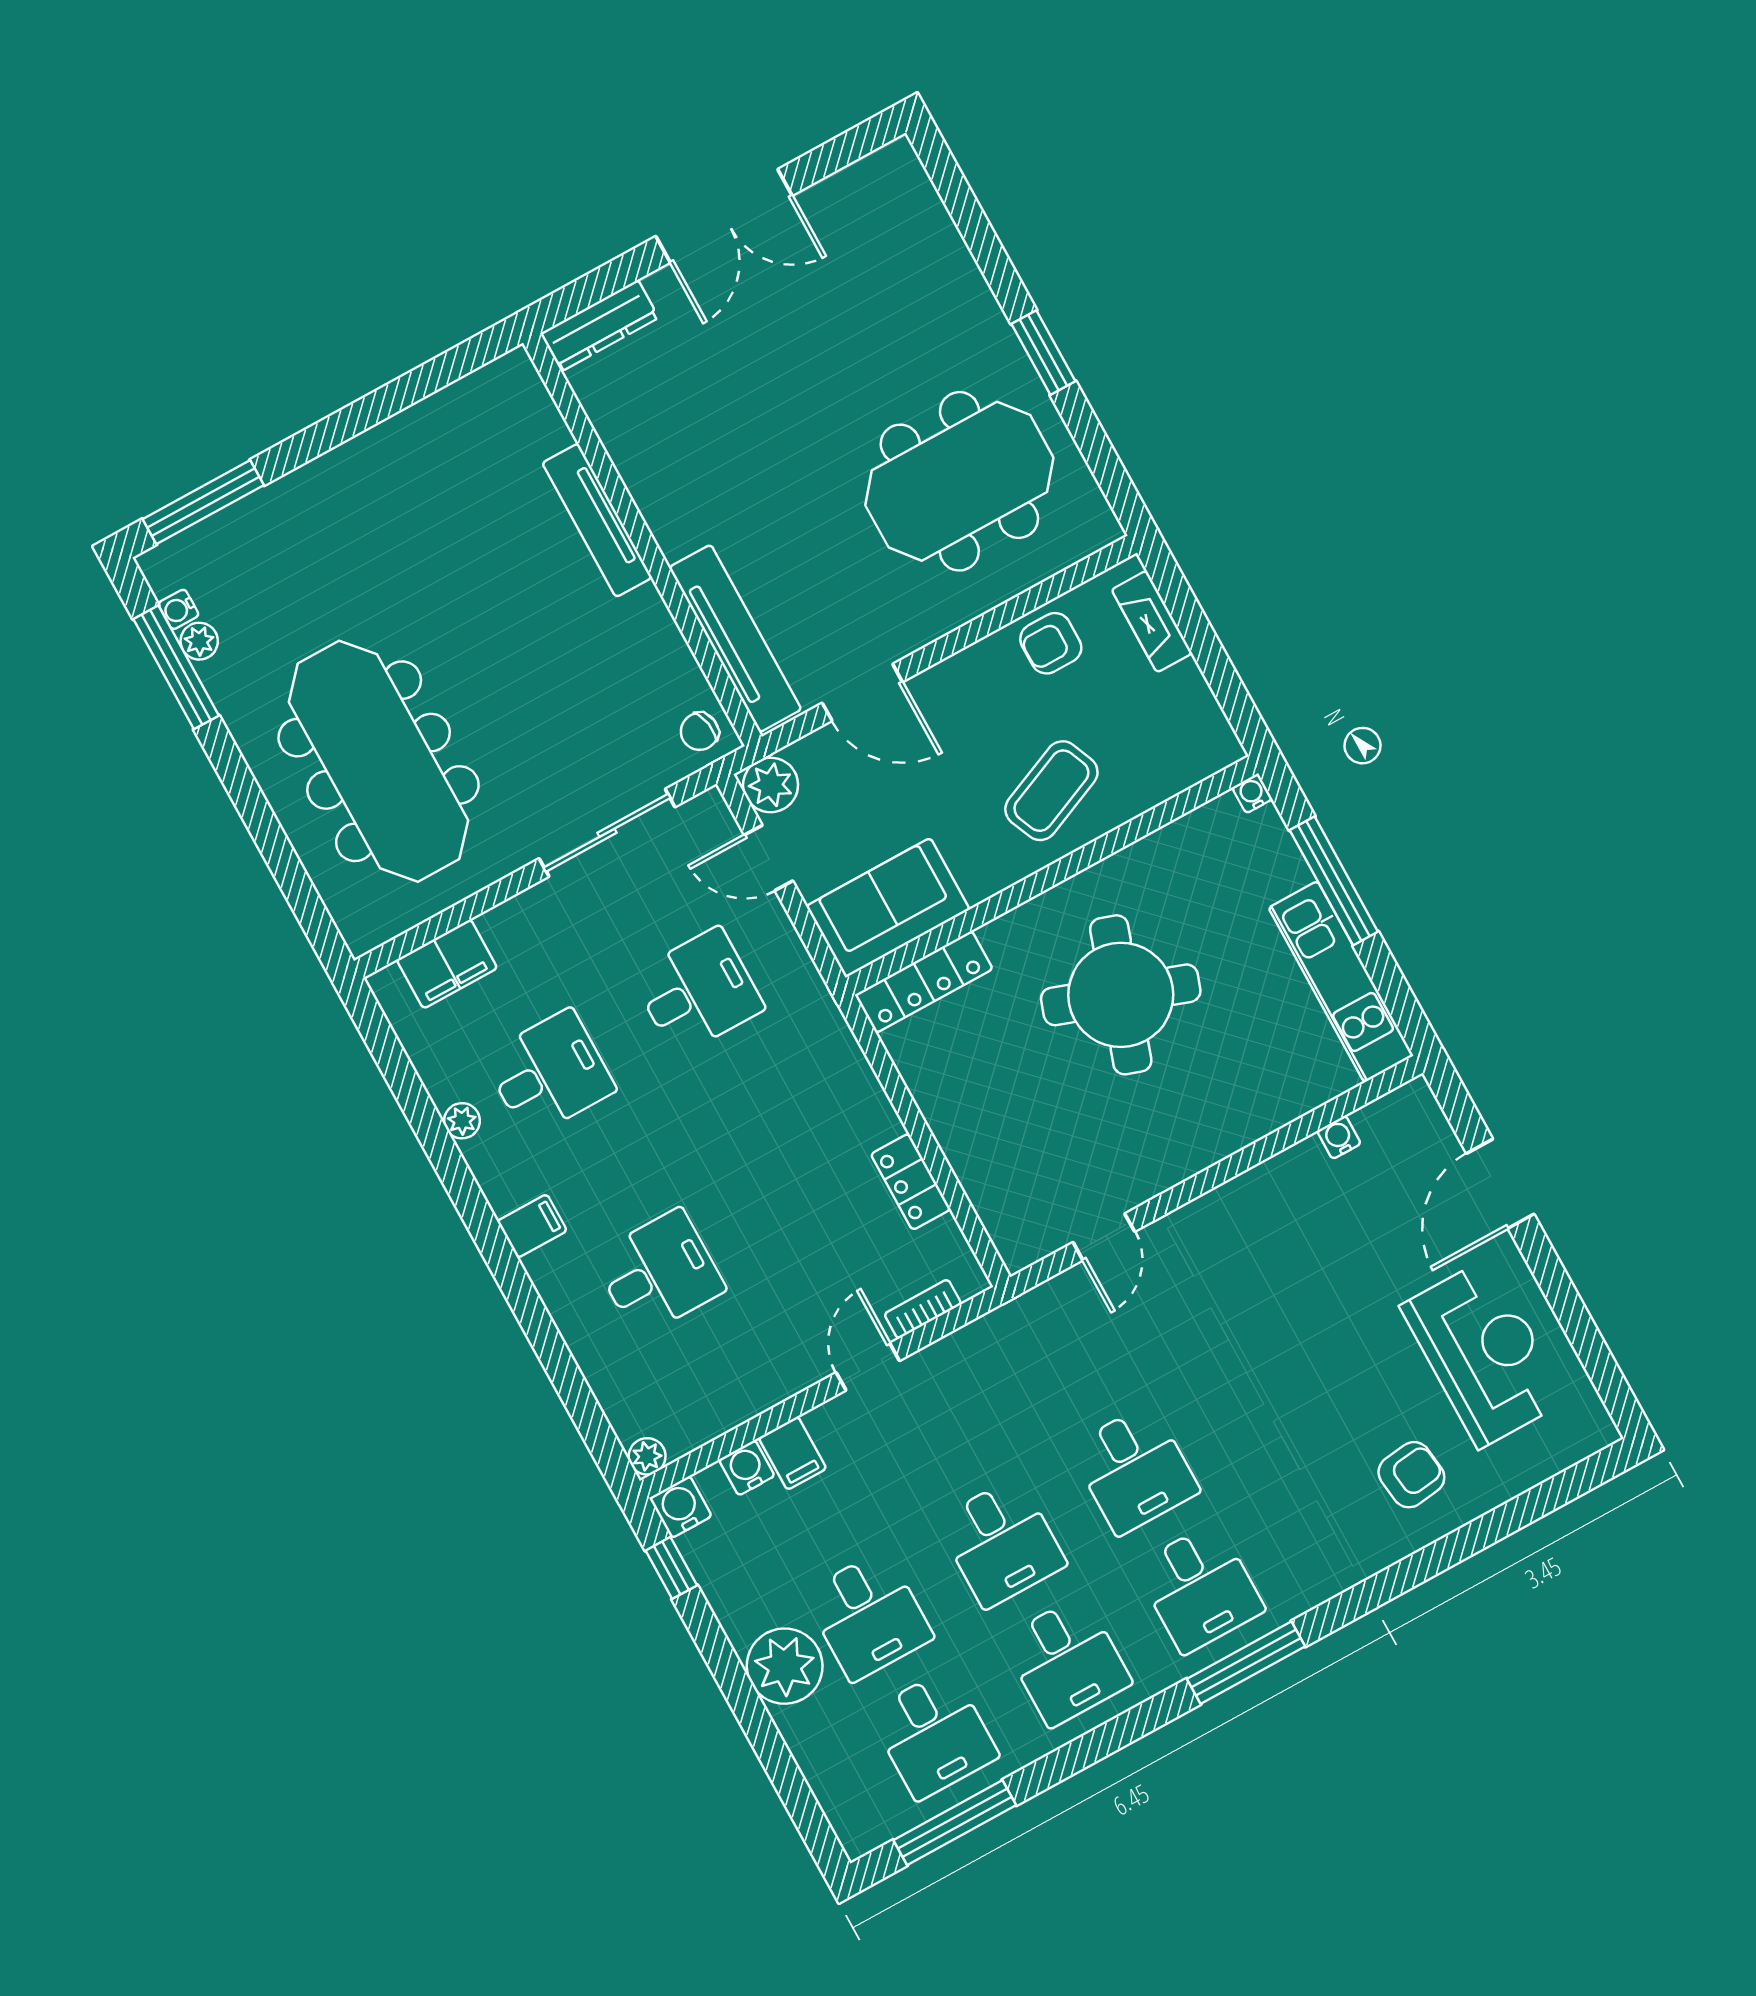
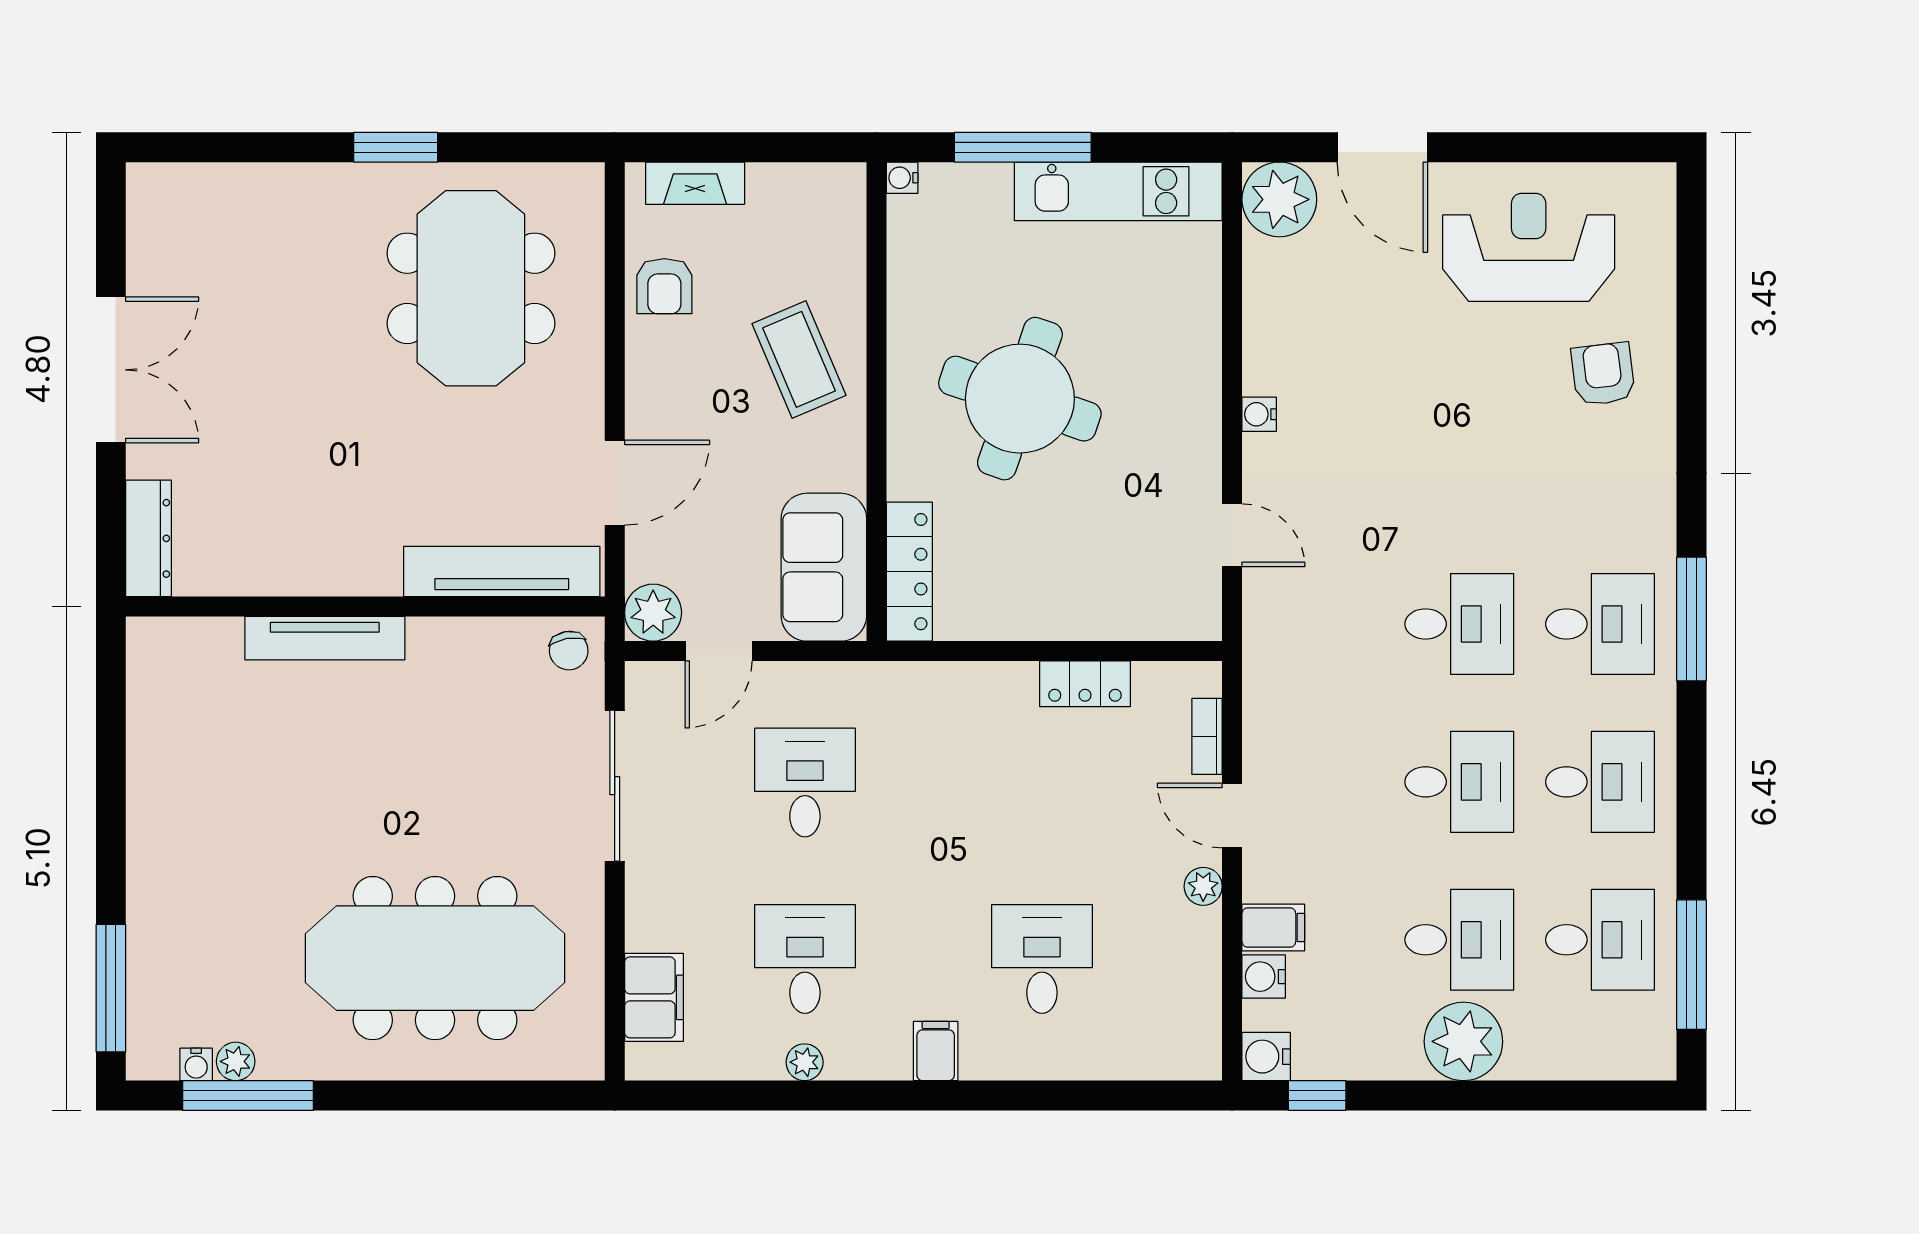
plant: (1409, 1121) -> (1279, 199), added
water cooler: (1339, 1137) -> (1259, 414), moved
plant: (647, 1456) -> (1203, 886), moved

